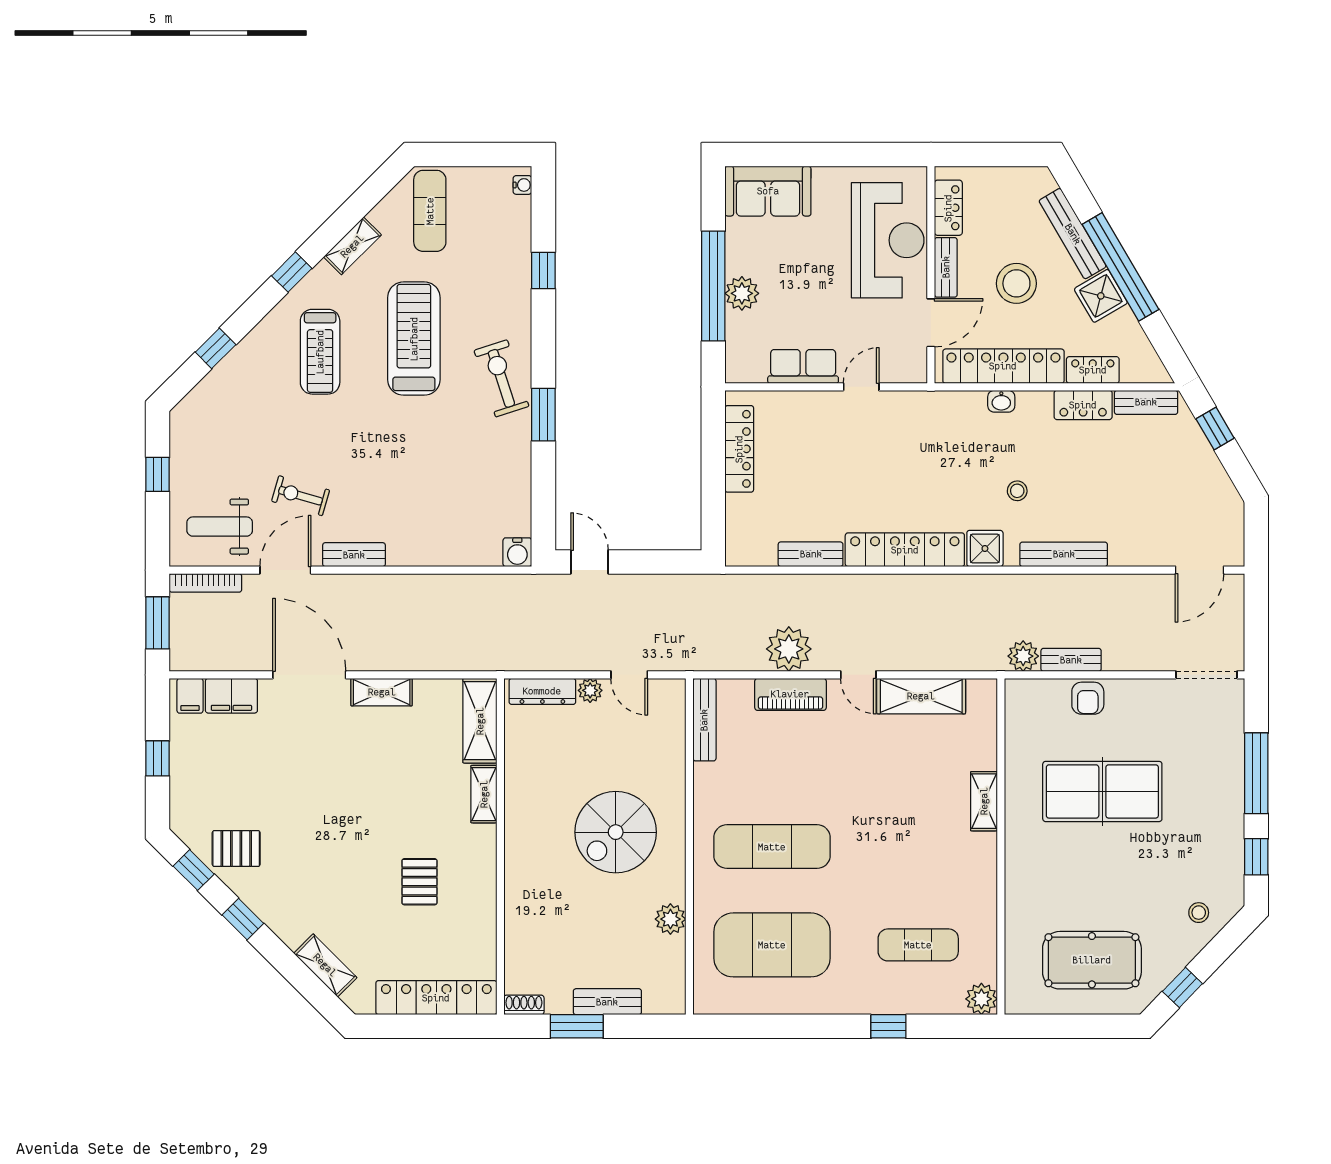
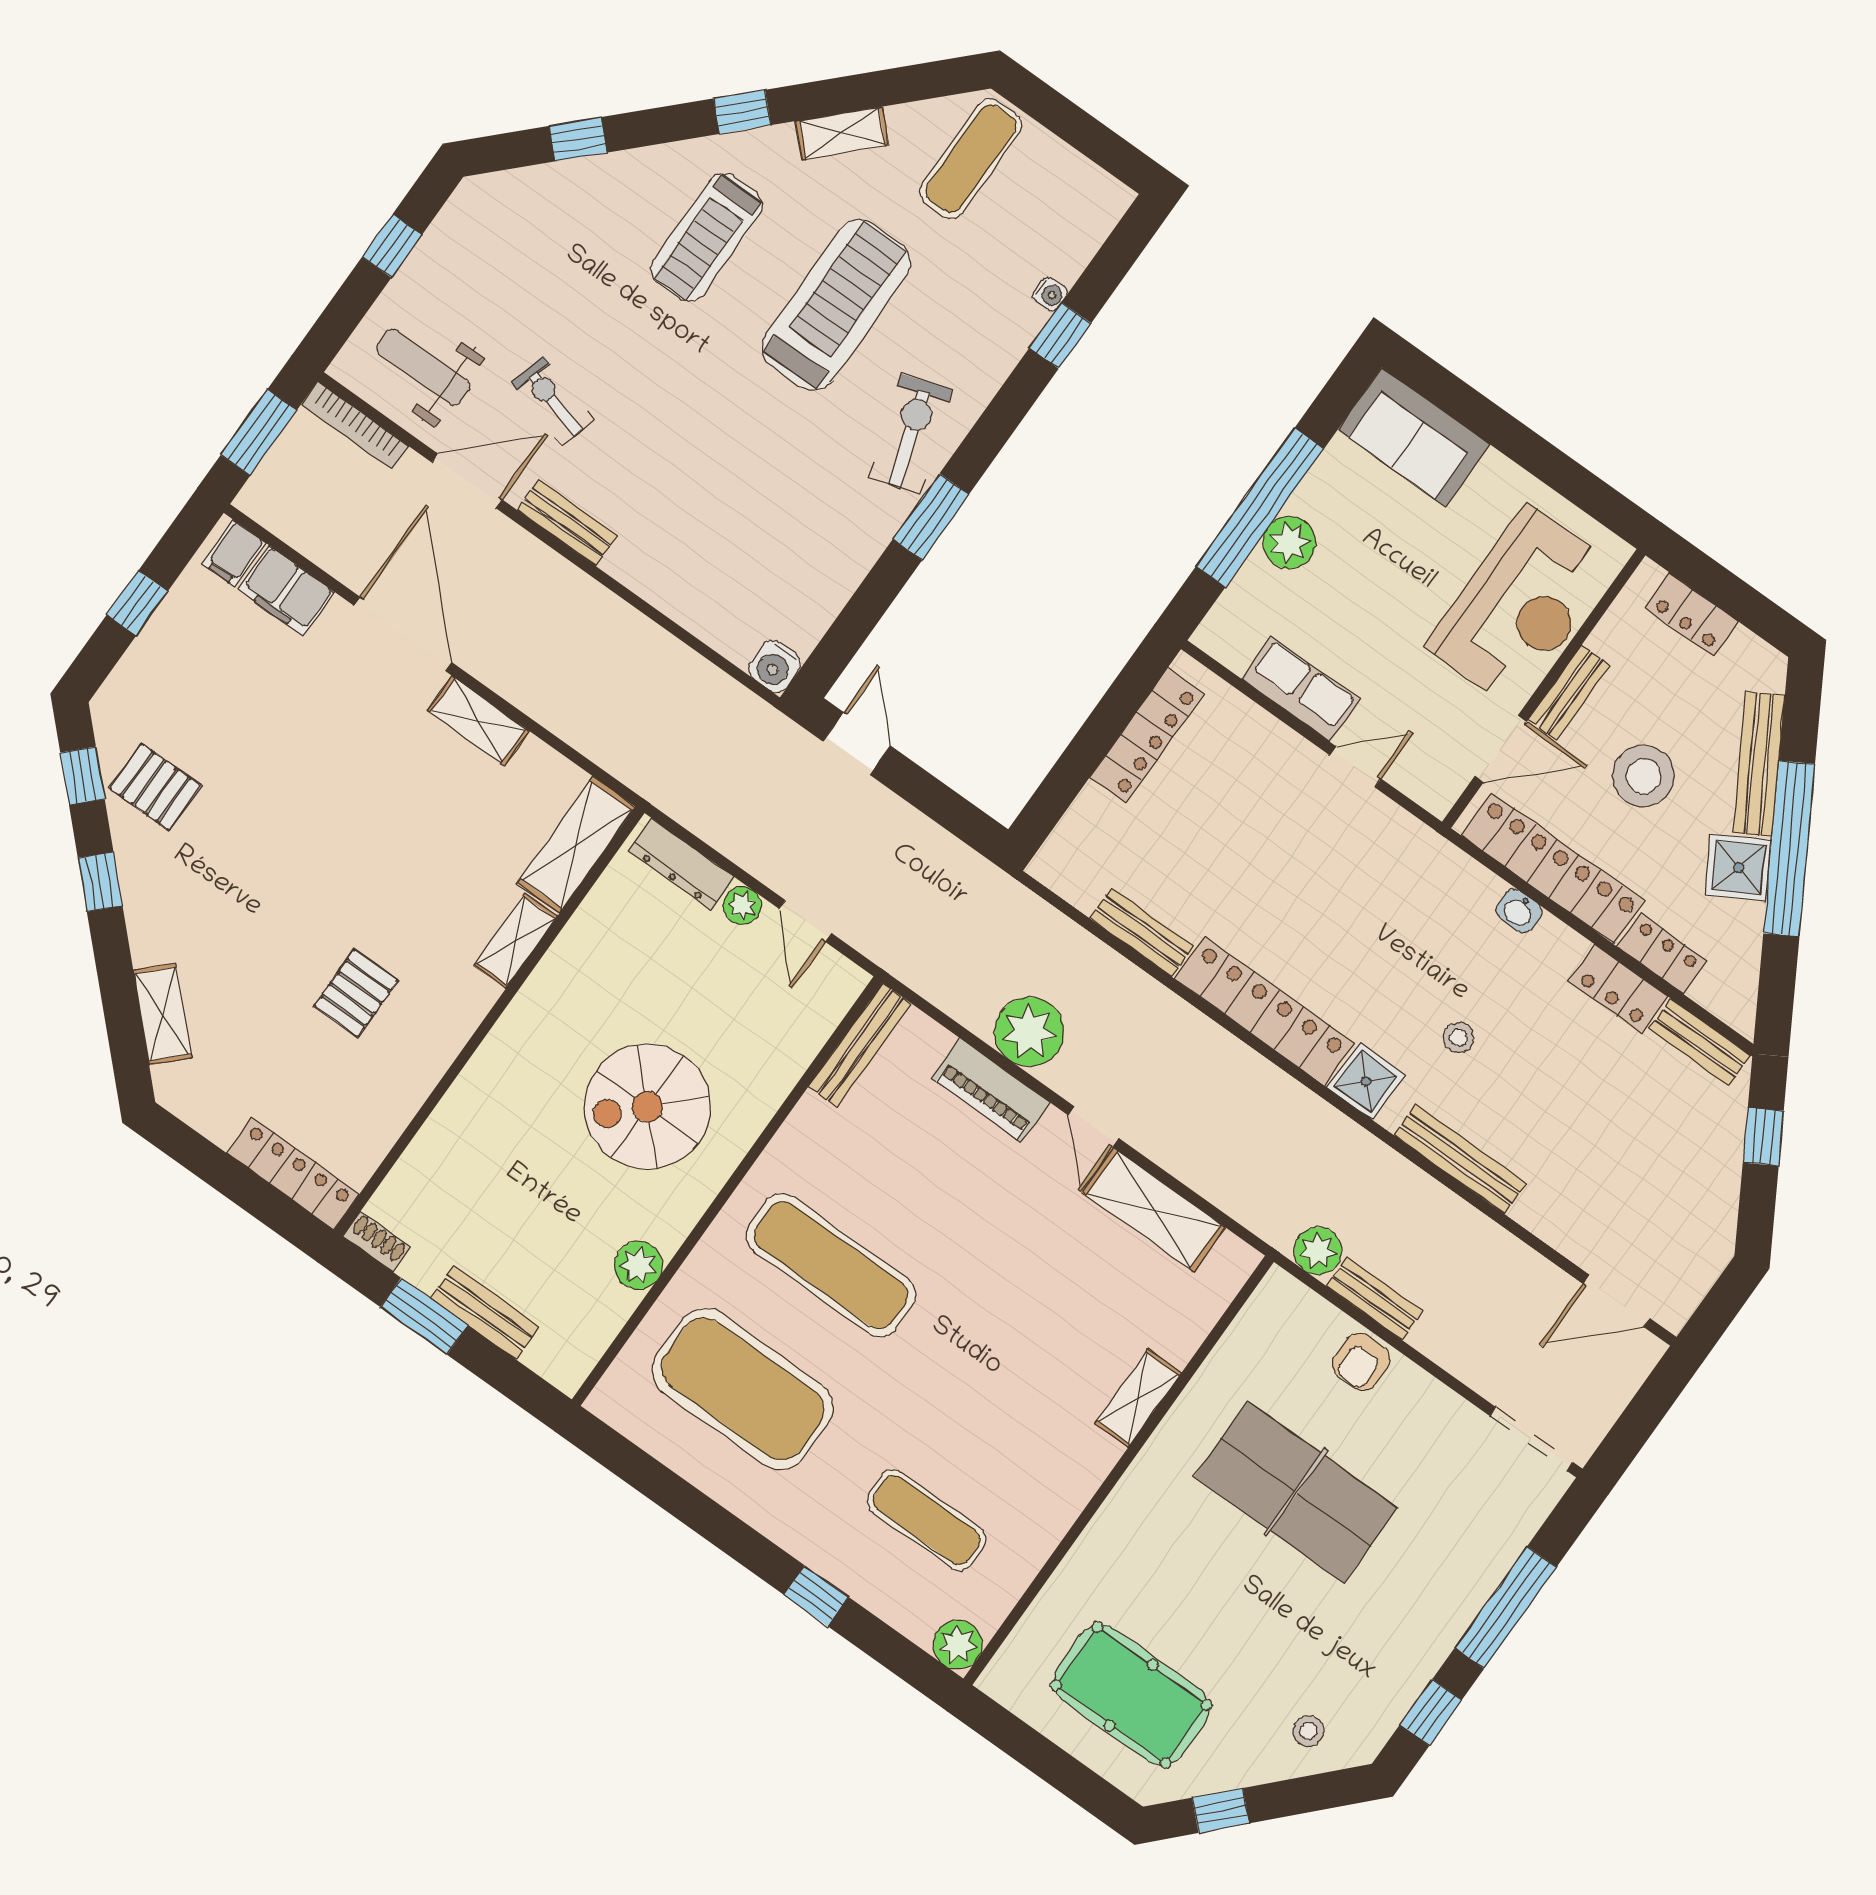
water cooler: (522, 185) -> (1050, 294), moved
locker: (948, 208) -> (1692, 615), moved, turned 90
locker: (436, 998) -> (293, 1174), width x0.71, depth x0.83

